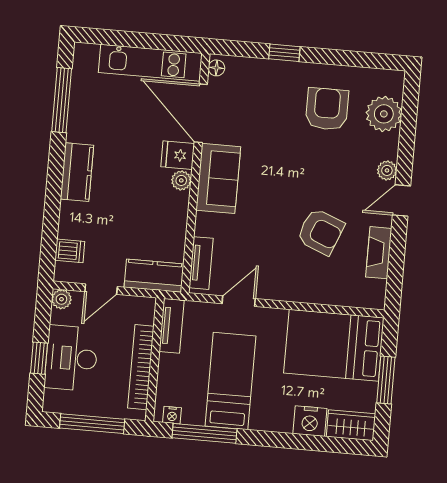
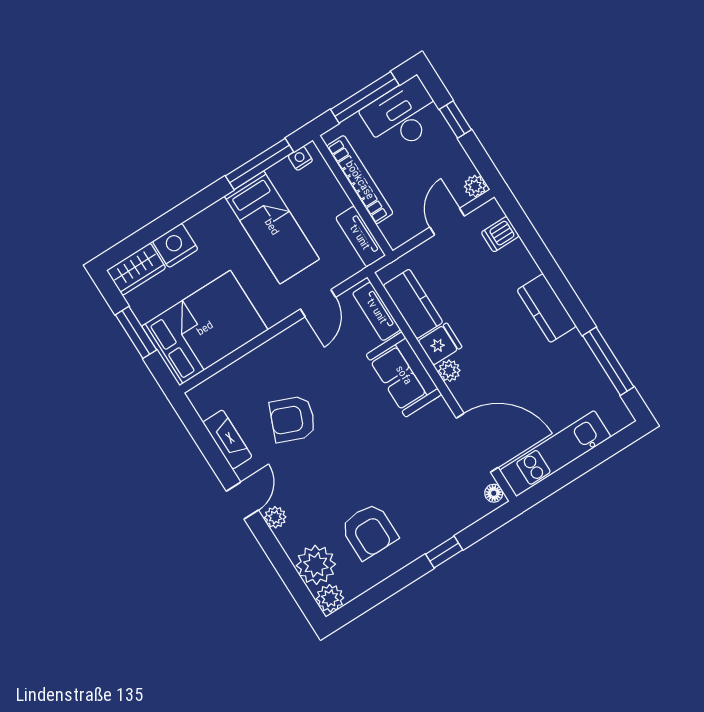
plant: (392, 82) -> (330, 598), added
fridge: (178, 155) -> (440, 344), moved
sofa: (218, 178) -> (404, 375), moved
kitchen counter: (154, 276) -> (413, 304), moved, turned -90
desk: (71, 358) -> (402, 116), moved, turned -90

